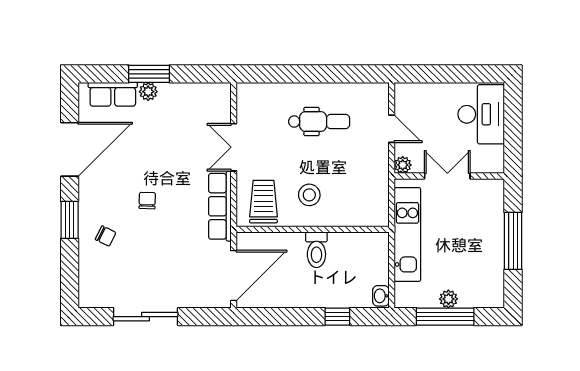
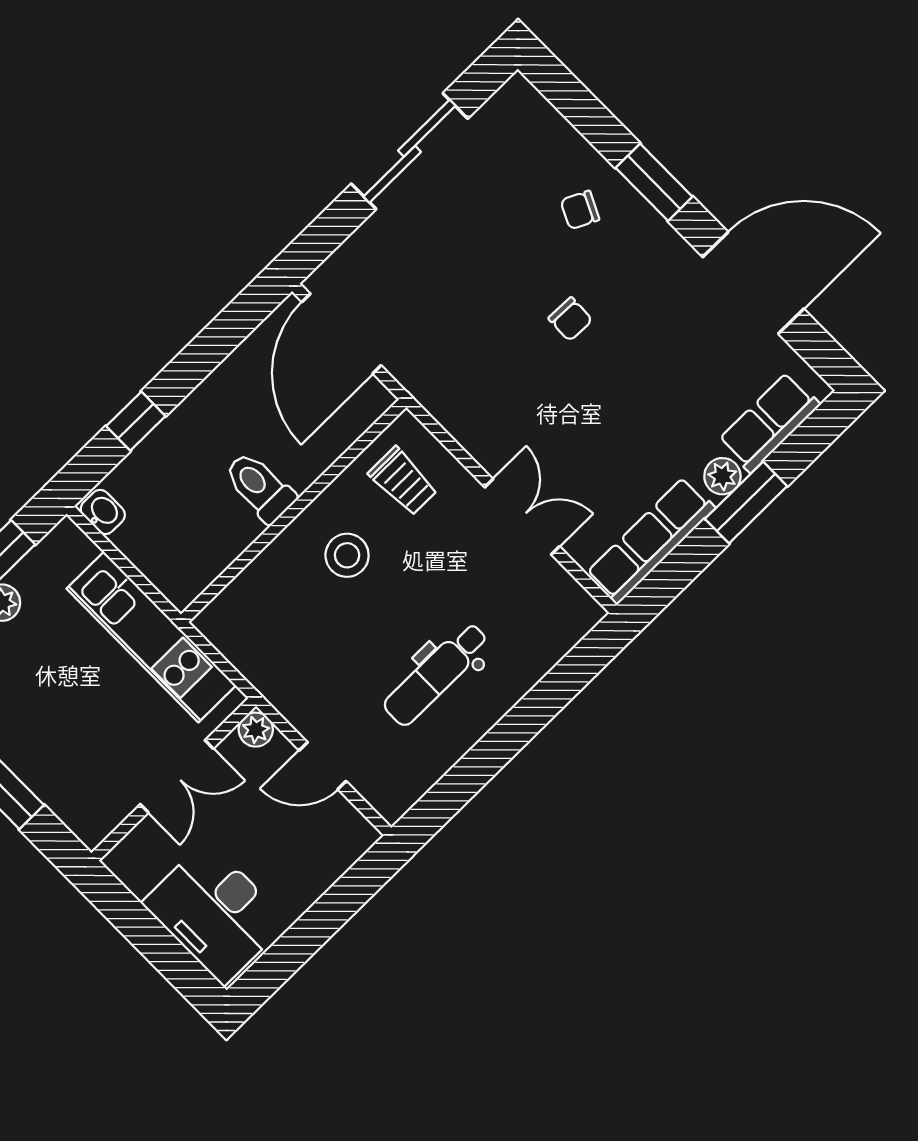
door: (70, 149) -> (753, 283), swing flipped
trolley: (263, 202) -> (403, 481), width x0.73, depth x0.72
row of seats: (220, 206) -> (651, 541), moved, turned -90

